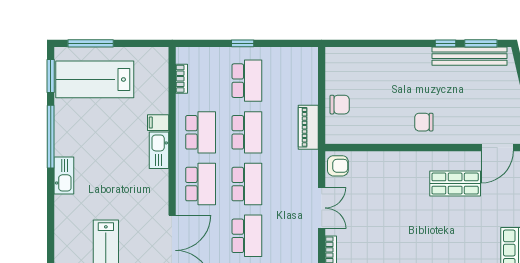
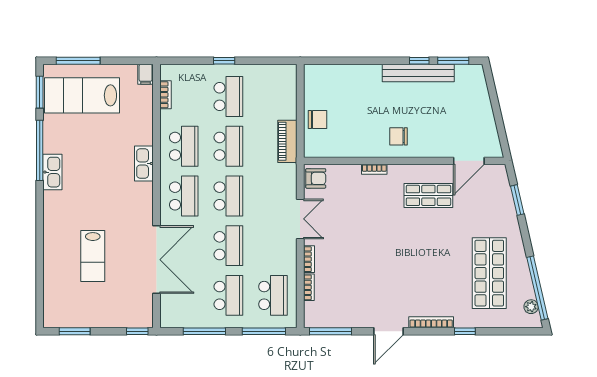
bench: (469, 56) -> (418, 73), moved
filing cabinet: (158, 123) -> (146, 74), moved, turned -90
bookcase: (399, 156) -> (374, 169), added
kitchen sink: (64, 175) -> (52, 172), moved

